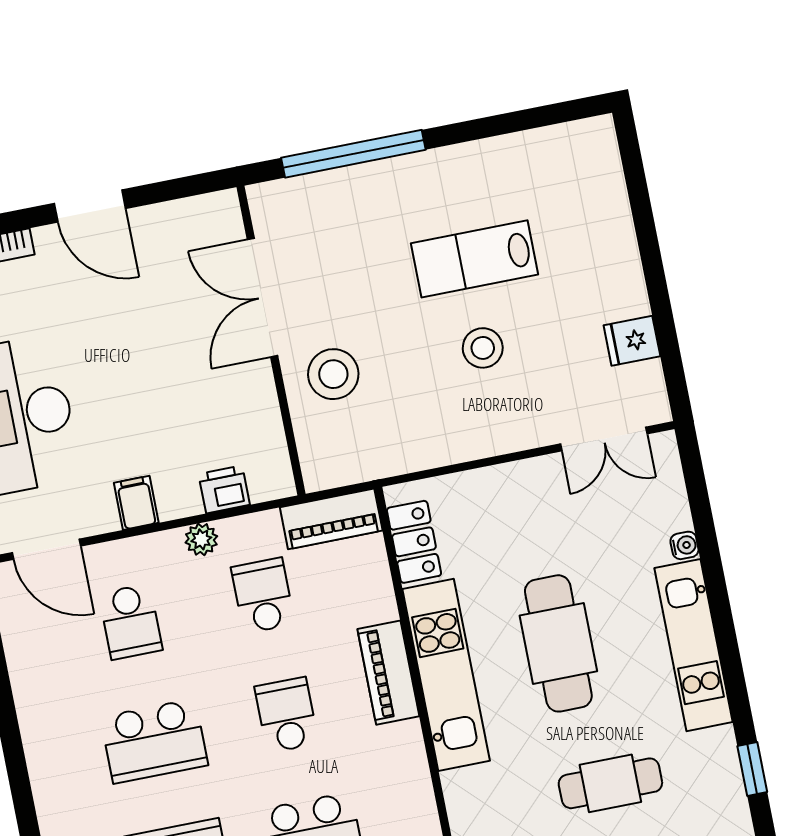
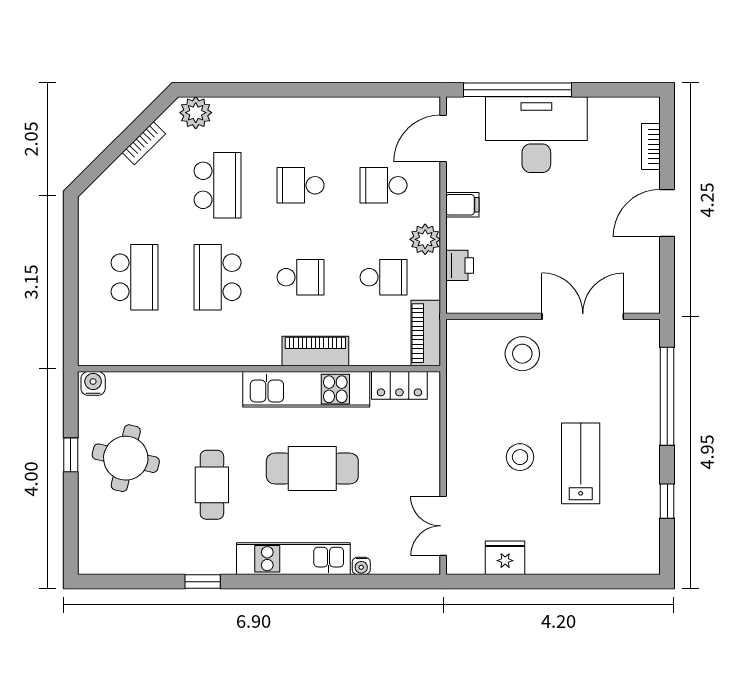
window: (504, 124) -> (667, 501), added
fridge: (632, 341) -> (505, 558), width x1.38
plant: (201, 539) -> (425, 239), width x1.38, depth x1.38
school desk: (154, 741) -> (301, 185), width x0.54

